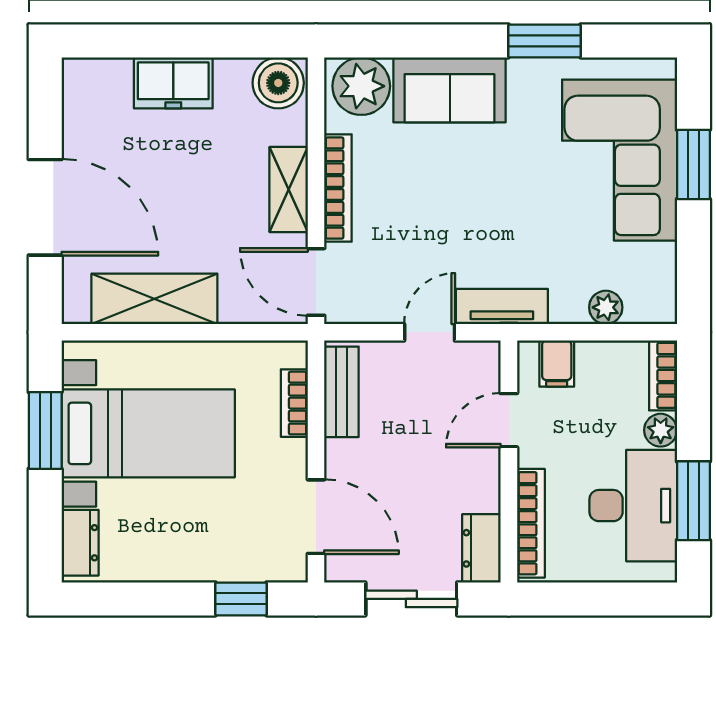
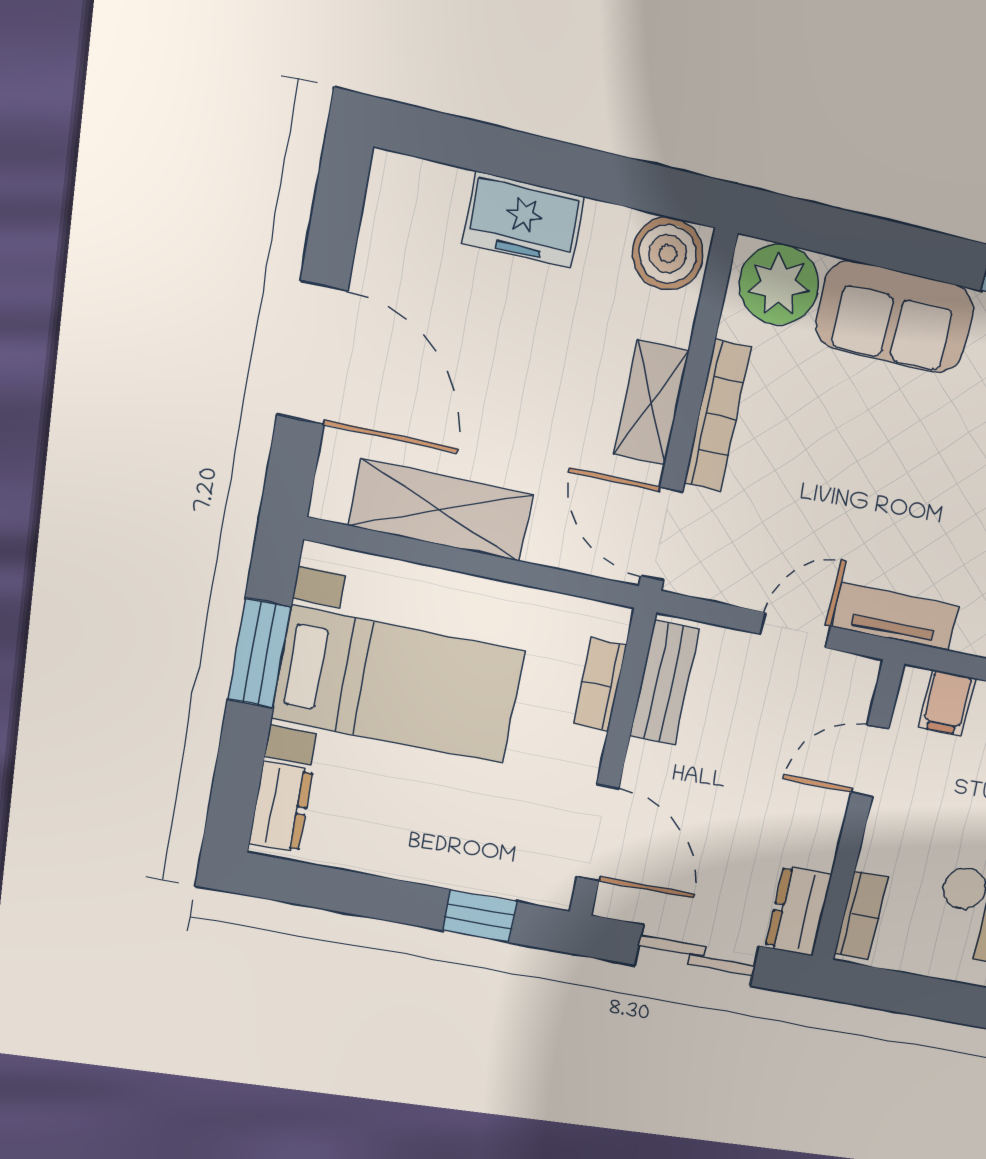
bookcase: (531, 523) -> (861, 916), width x0.64

